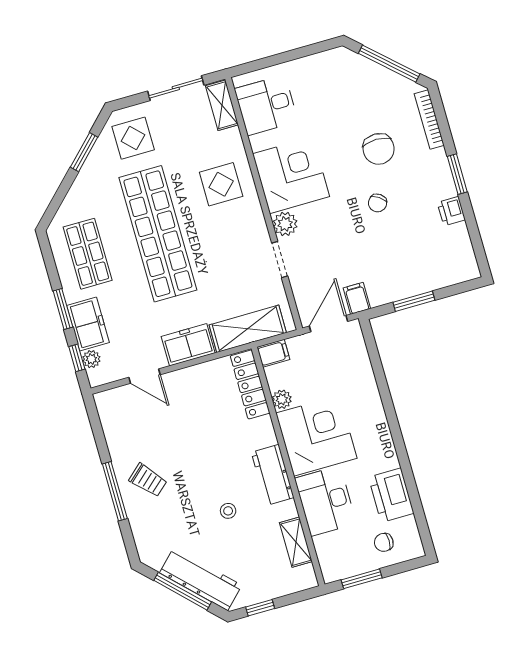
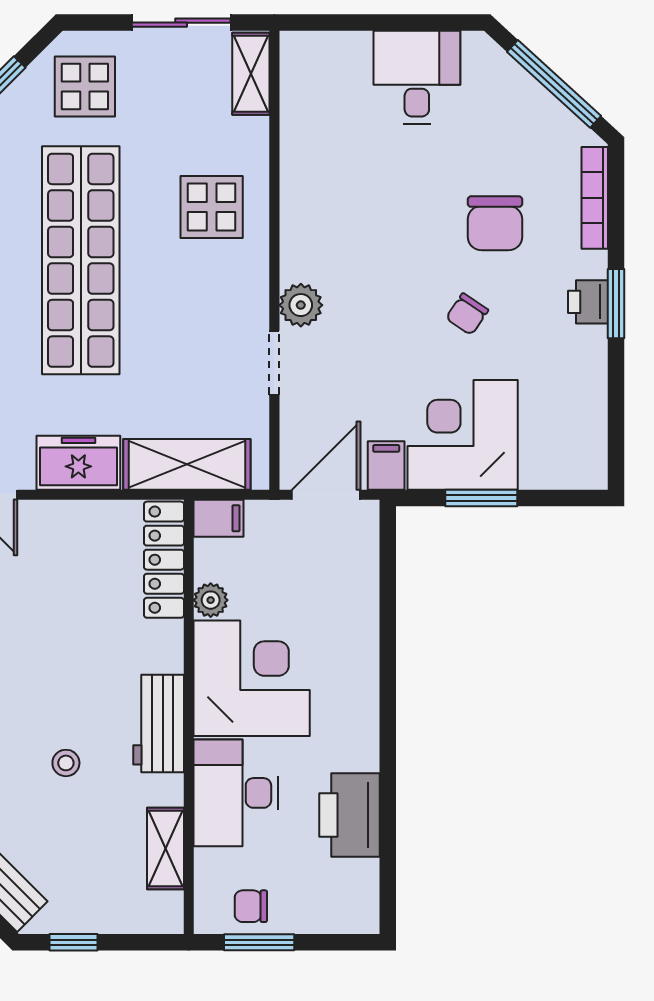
desk: (266, 105) -> (417, 77), moved, turned 90
corner desk: (291, 175) -> (463, 435), moved, turned -90
printer: (451, 211) -> (588, 302), moved
chair: (384, 542) -> (251, 906), moved

